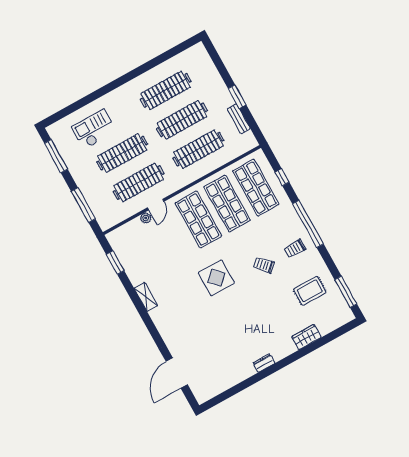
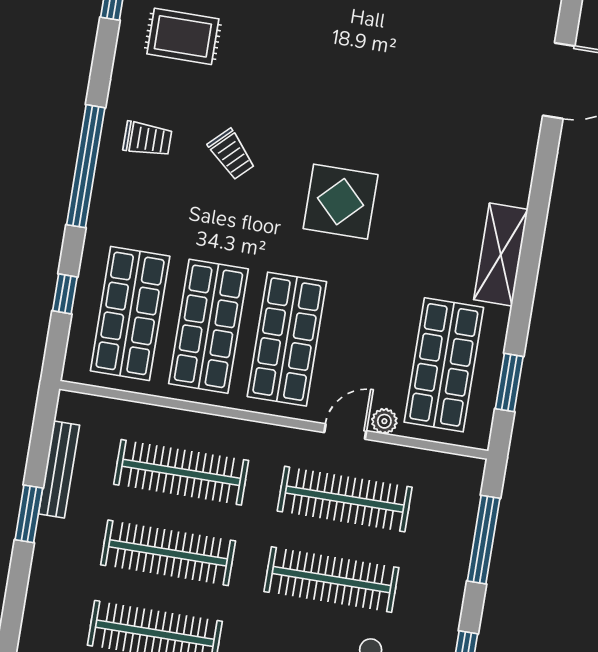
bench: (239, 119) -> (59, 469), width x1.36
shop shelf: (141, 251) -> (444, 365), added
shelving: (146, 297) -> (501, 254), width x1.50, depth x1.33

